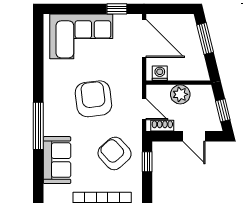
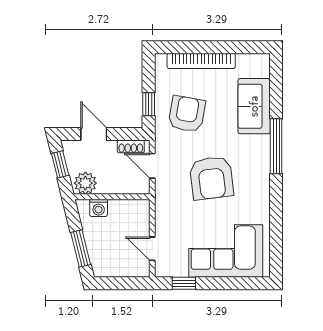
door: (144, 38) -> (152, 249), width x0.53
washing machine: (160, 73) -> (99, 208), moved
plant: (180, 94) -> (85, 183), moved
armchair: (115, 153) -> (187, 114), turned -128

